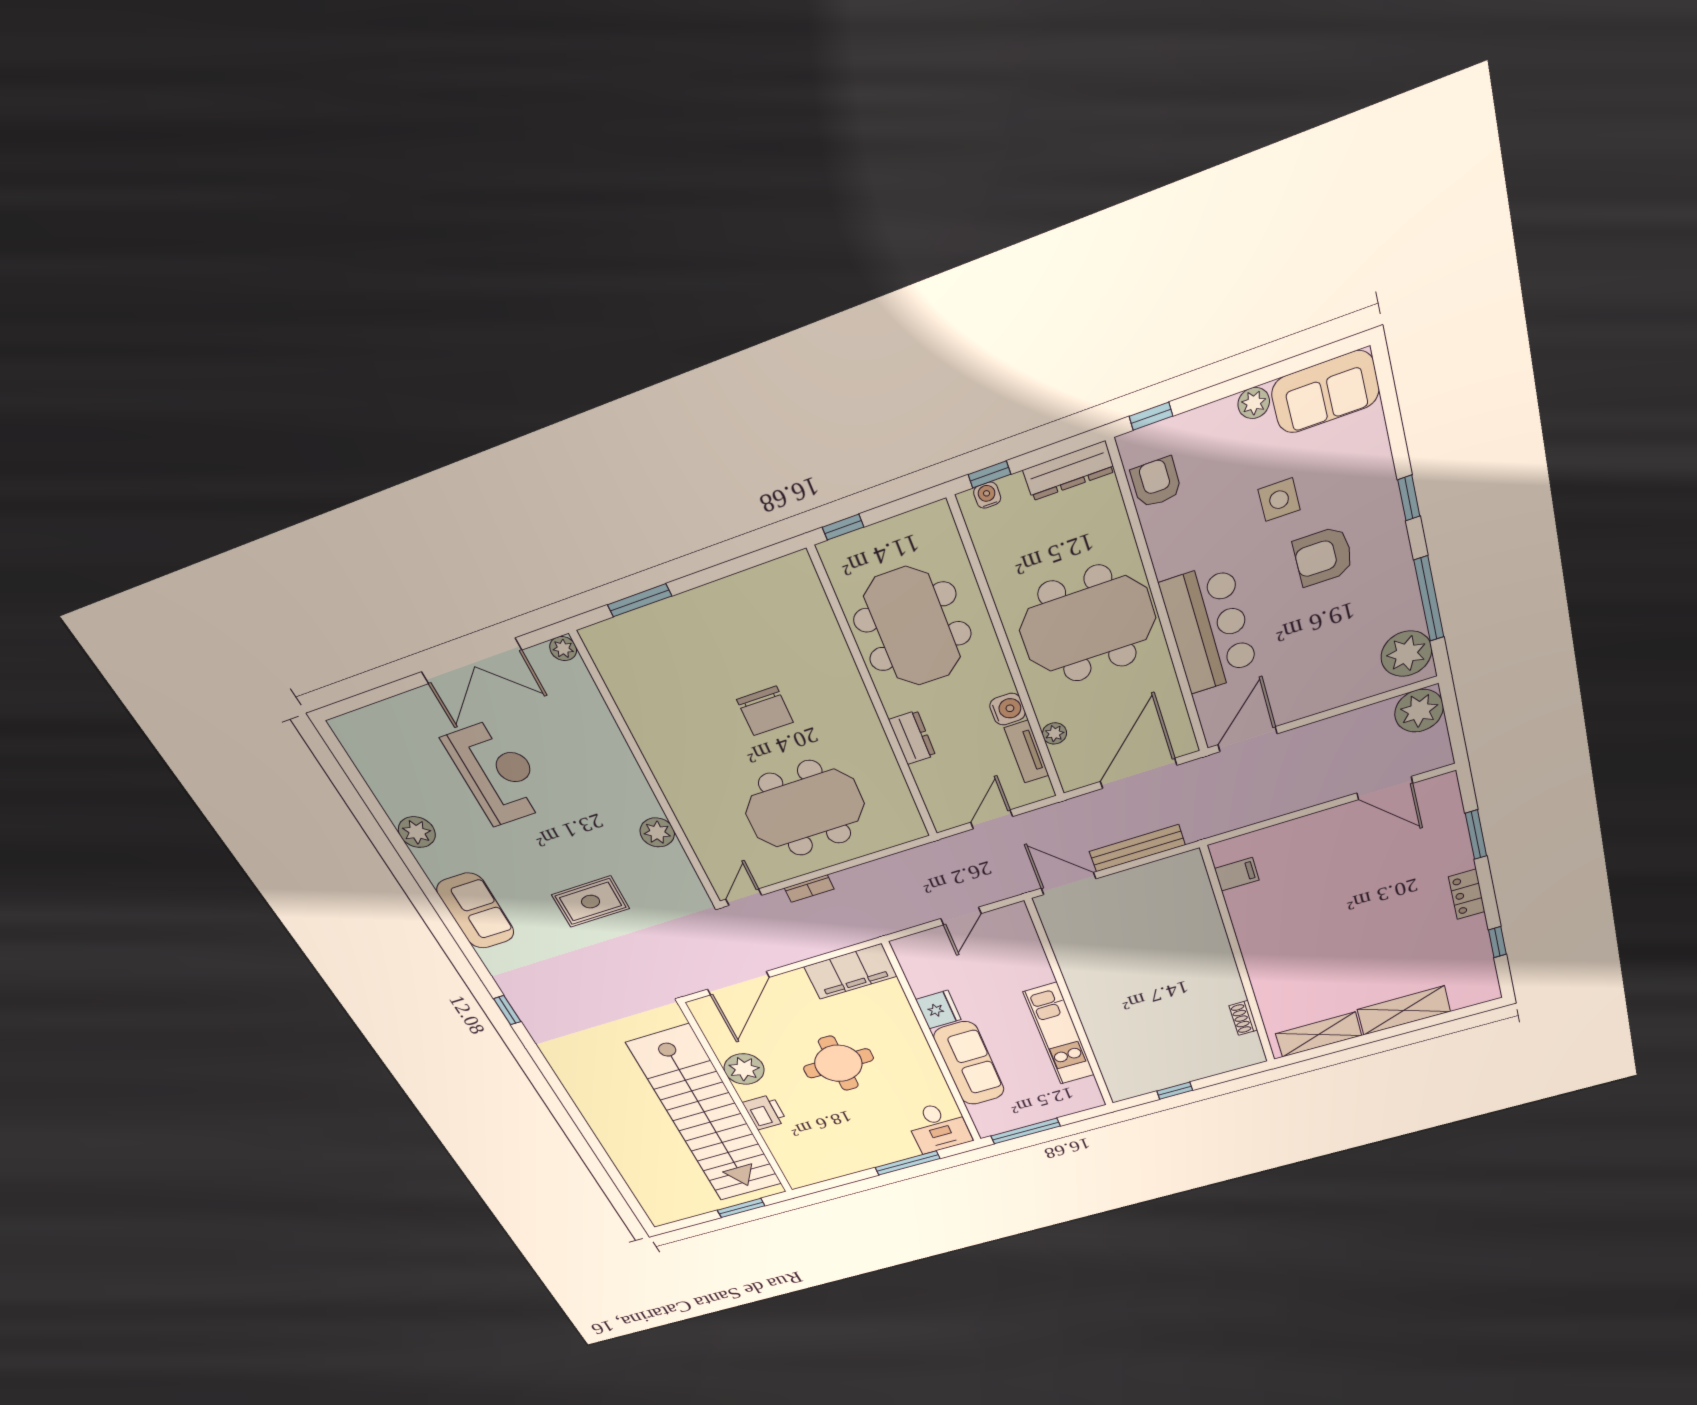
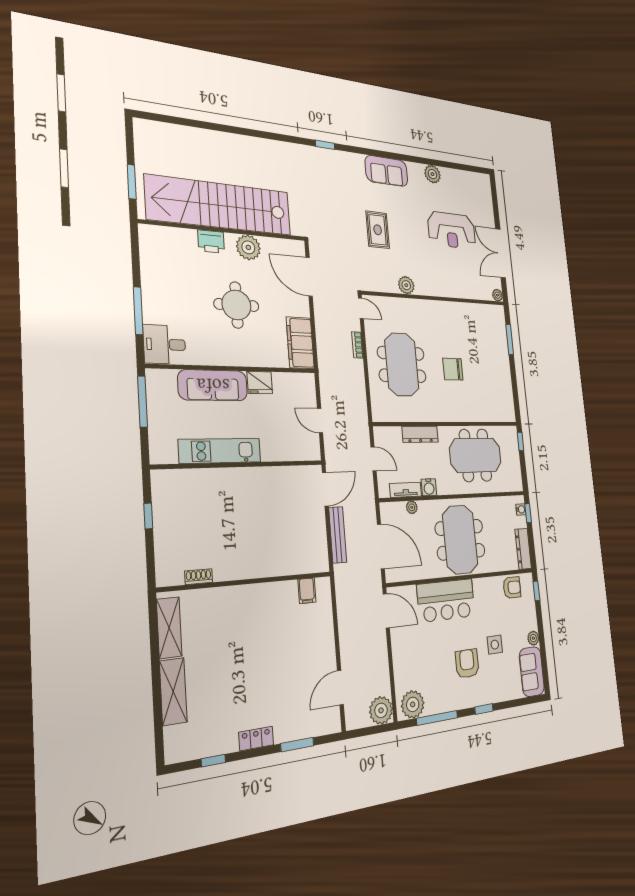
dresser: (912, 738) -> (420, 434), width x1.44

